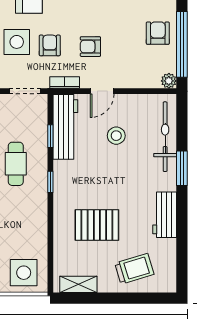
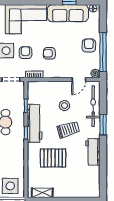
door: (102, 91) -> (79, 79), moved
workbench: (65, 127) -> (35, 123), moved
trolley: (134, 269) -> (68, 129), moved

